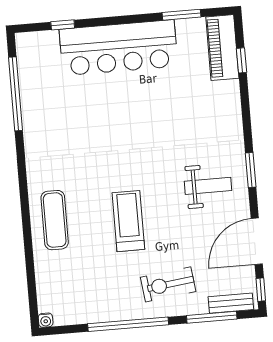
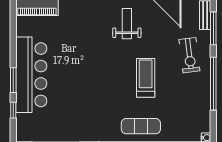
window: (181, 15) -> (13, 80), moved
treadmill: (128, 221) -> (146, 78), turned 90

